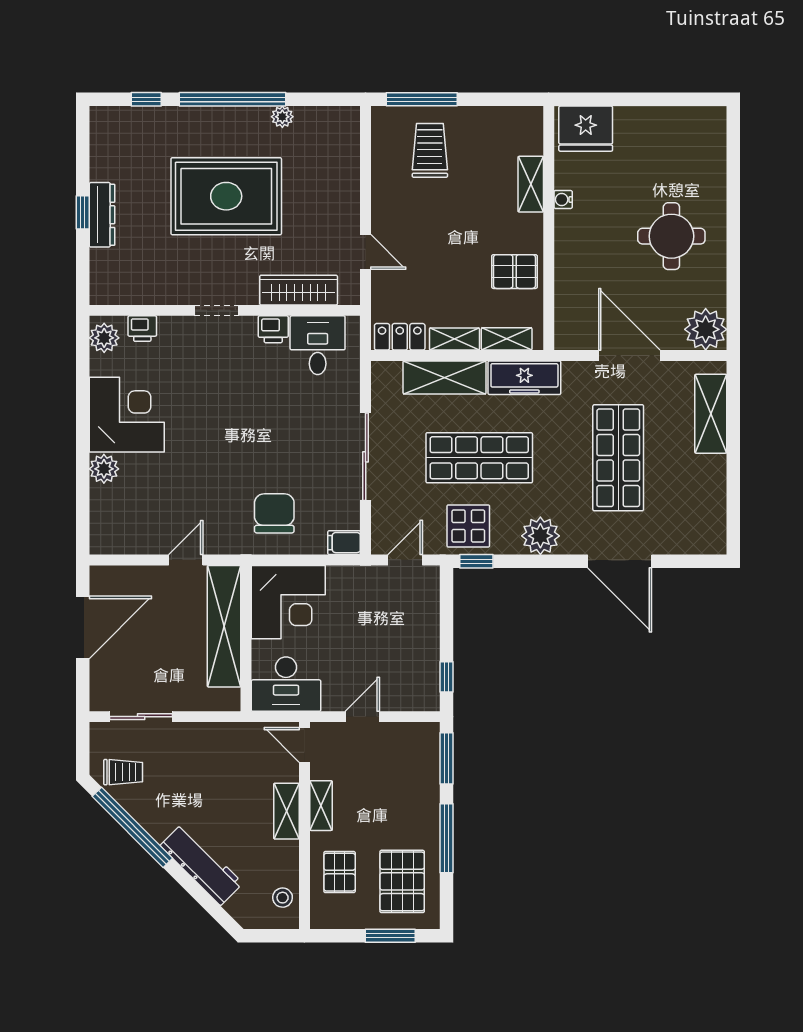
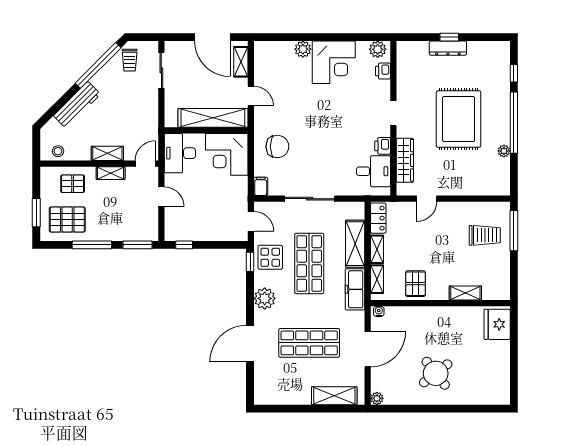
water cooler: (563, 199) -> (379, 311), moved
round table: (671, 236) -> (436, 373), turned -38
plant: (706, 329) -> (377, 398), width x0.53, depth x0.53
shelving: (126, 577) -> (241, 62), added

